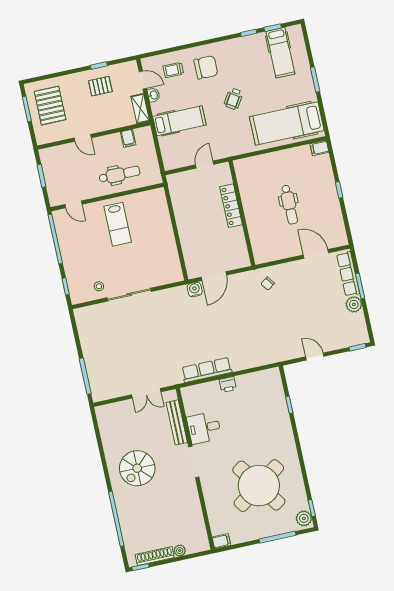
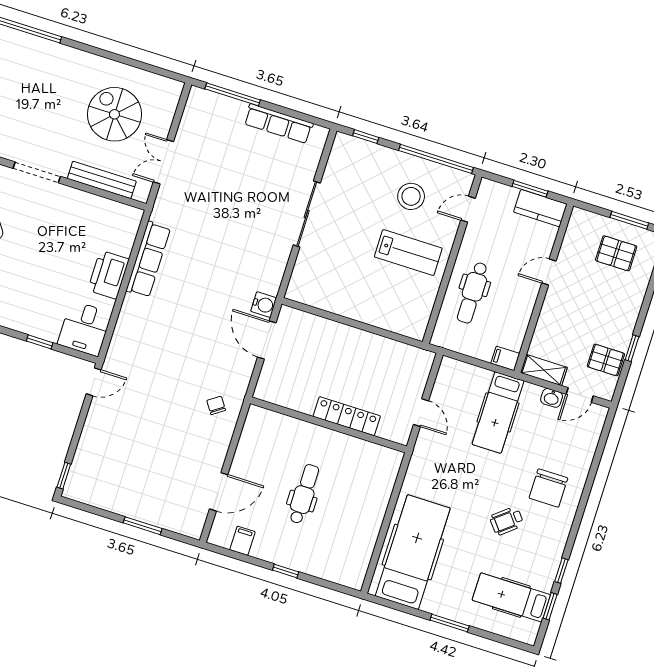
trolley: (173, 70) -> (570, 443), removed
pallet: (100, 86) -> (606, 360), moved, turned 90
wheelchair: (233, 99) -> (507, 521), moved, turned -71
pallet: (50, 106) -> (616, 253), width x0.67, depth x0.71
filing cabinet: (128, 138) -> (505, 358), moved
filing cabinet: (319, 148) -> (242, 541), moved
kitchen counter: (49, 164) -> (540, 208), added
dental chair: (289, 205) -> (304, 494), turned 90
lab bench: (118, 224) -> (408, 252), turned 180
row of seats: (348, 274) -> (278, 124), moved, turned 180
stool: (99, 286) -> (411, 196), moved, width x1.89, depth x1.89
plant: (354, 304) -> (123, 503), removed
door: (315, 357) -> (94, 382), moved
printer: (228, 385) -> (108, 275), width x1.87, depth x1.48
desk: (204, 428) -> (85, 328), moved, turned 180
spiral stairs: (137, 468) -> (114, 114), moved

